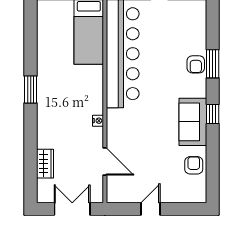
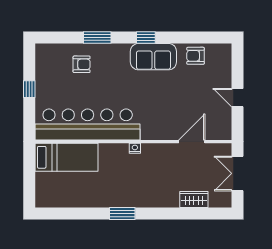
armchair: (196, 64) -> (82, 64), moved
nightstand: (98, 121) -> (135, 148), moved

